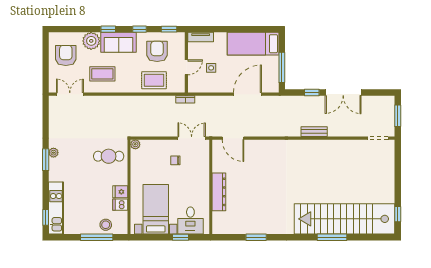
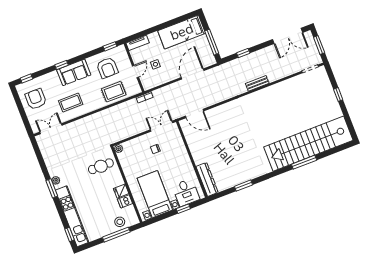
window: (139, 29) -> (26, 79), moved
plant: (91, 41) -> (52, 80), removed
armchair: (157, 51) -> (107, 68), turned 180
double door: (343, 93) -> (288, 36), moved
dresser: (219, 192) -> (207, 179), moved
kitchen unit: (56, 208) -> (72, 216), width x1.36
window: (398, 214) -> (338, 95), moved

